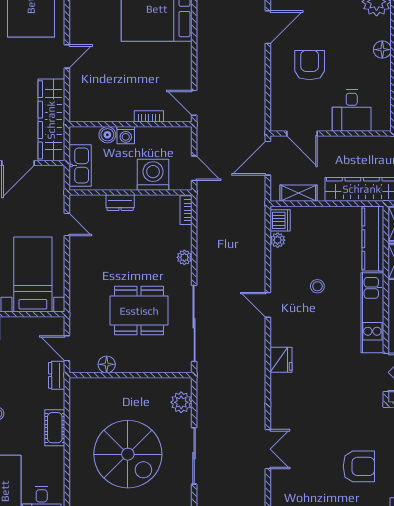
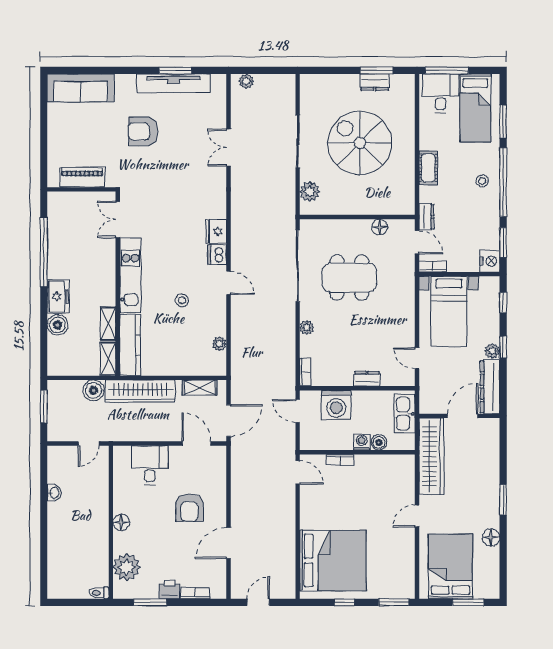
dishwasher: (280, 220) -> (217, 255), moved
bookcase: (50, 322) -> (433, 267), added

